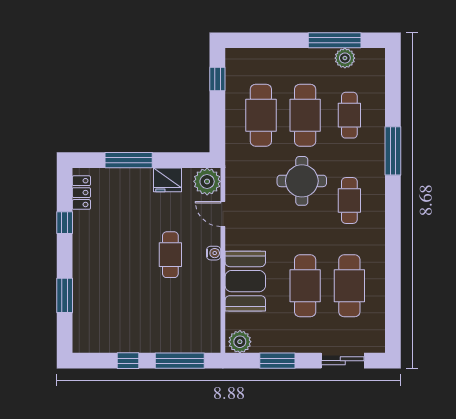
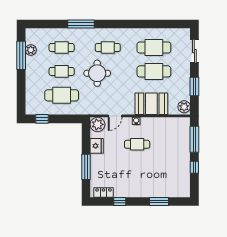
cafe table: (305, 115) -> (62, 71), width x0.73, depth x0.74

